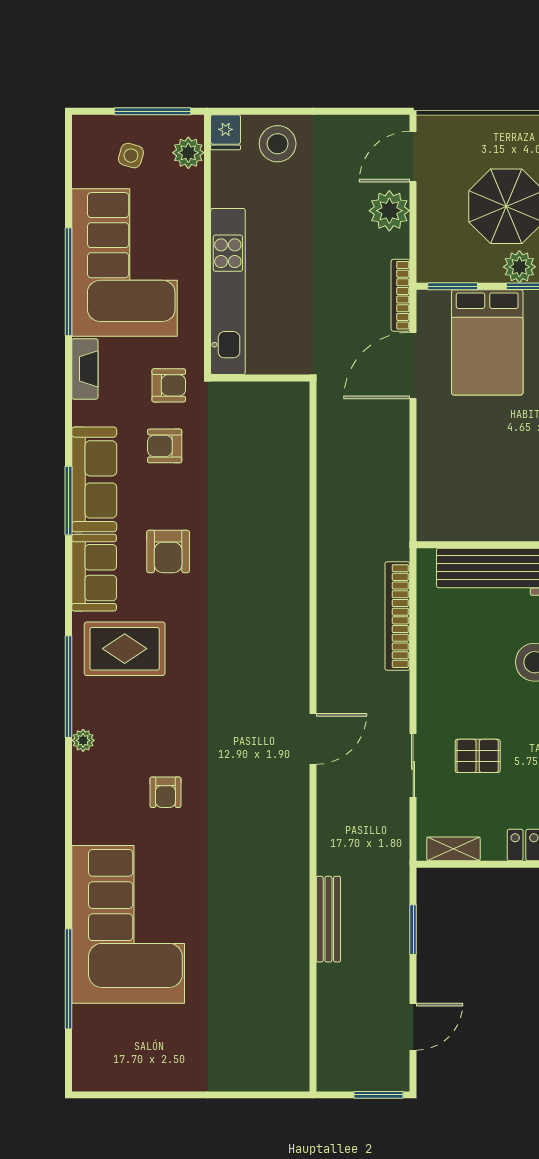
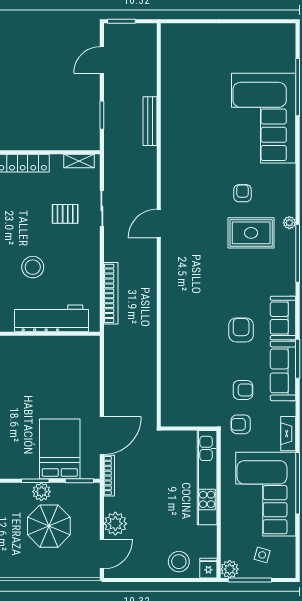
plant: (188, 153) -> (230, 569), moved
rug: (125, 649) -> (251, 233), moved

